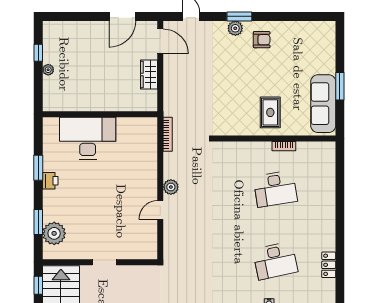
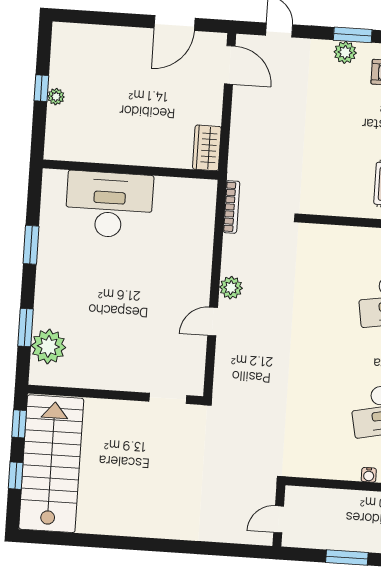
window: (38, 53) -> (41, 88), moved
wardrobe: (149, 74) -> (207, 148), moved
printer: (50, 181) -> (48, 266), removed
doorway: (104, 262) -> (168, 398), moved

